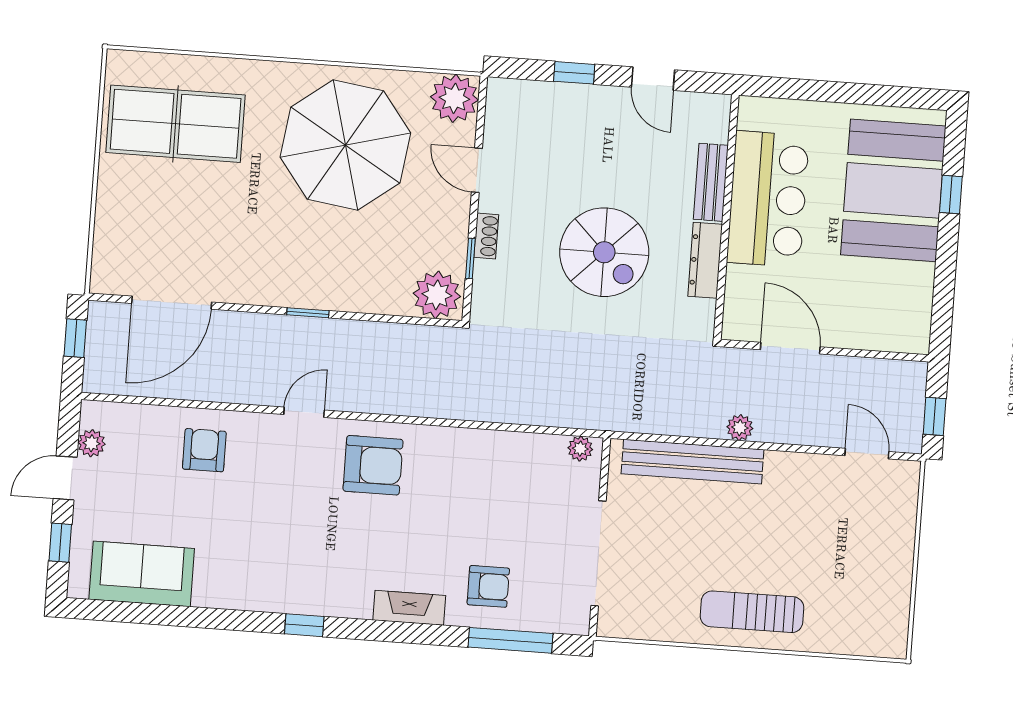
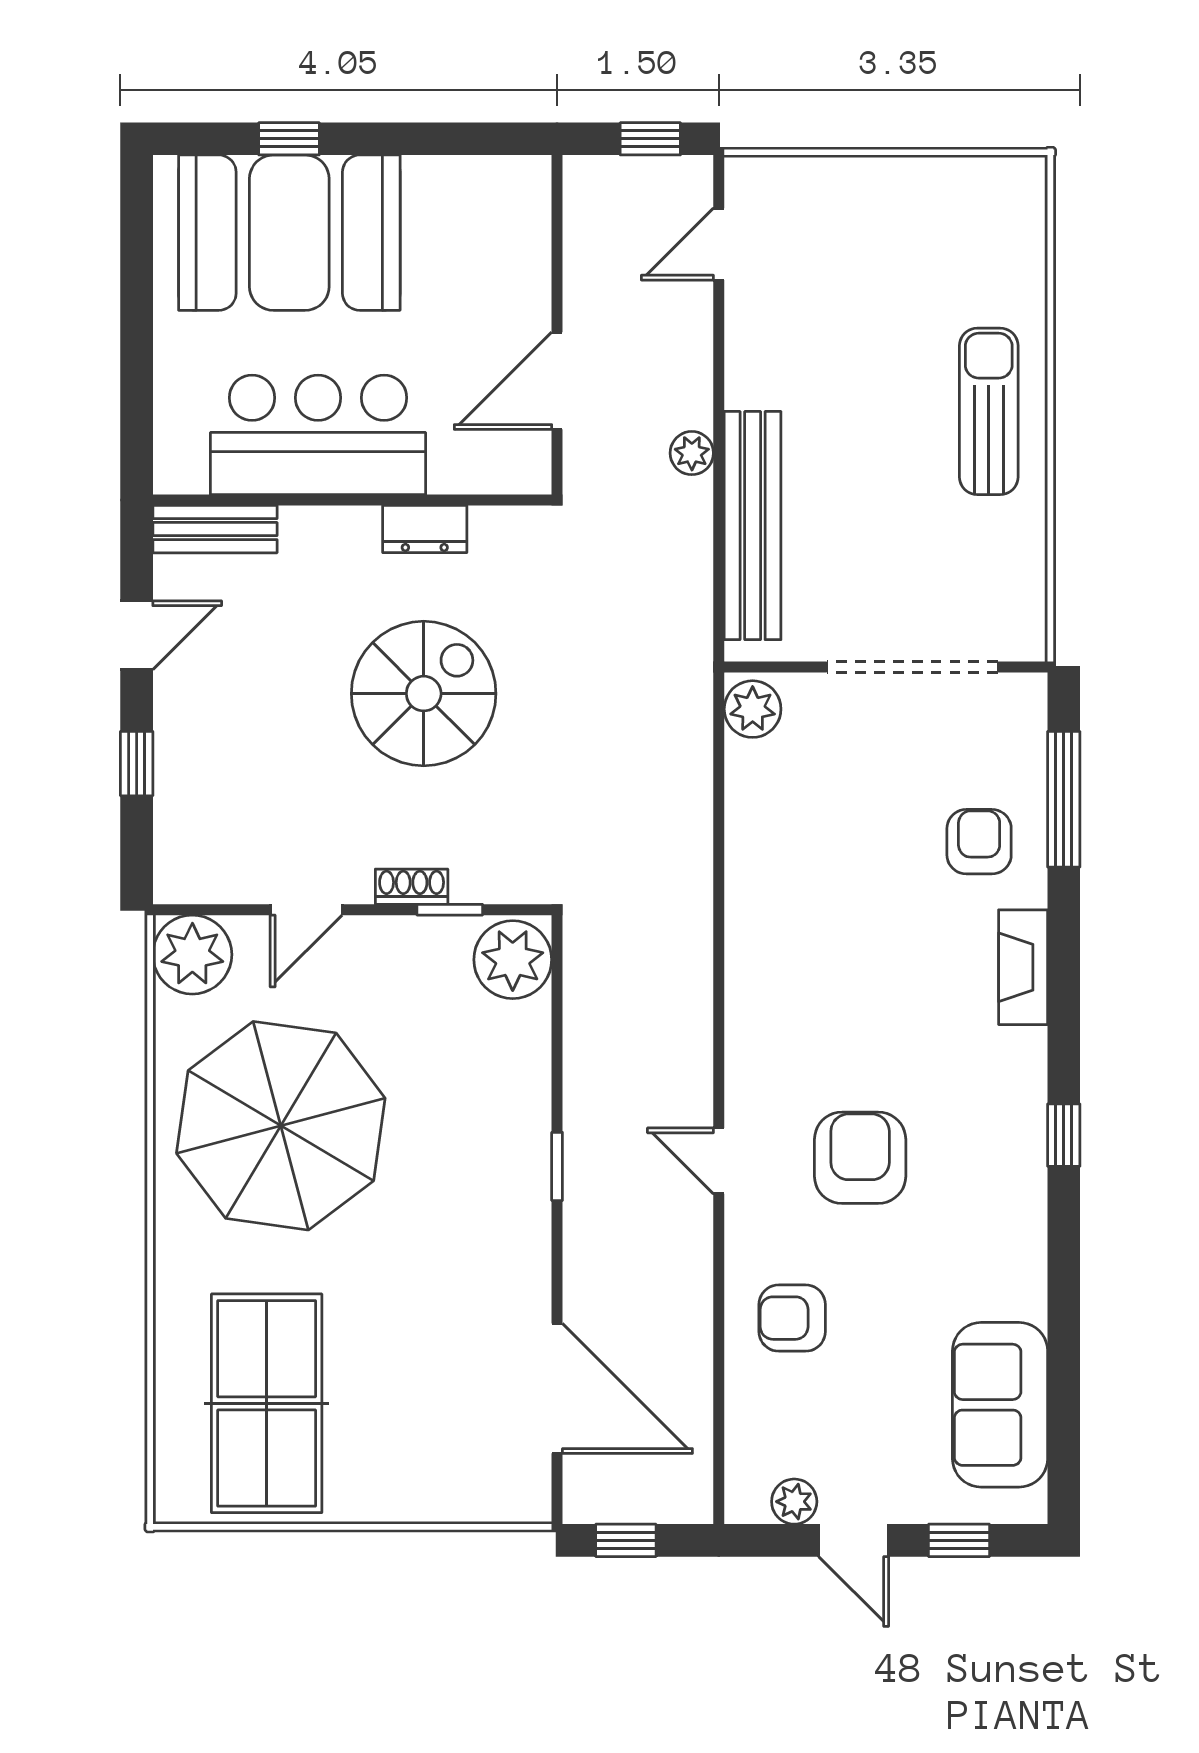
bench: (711, 182) -> (215, 529), moved
dresser: (705, 260) -> (425, 529), width x0.70
plant: (580, 449) -> (753, 709), width x1.38, depth x1.38
armchair: (373, 465) -> (860, 1158), moved
sun lounger: (752, 612) -> (989, 411), turned 180

